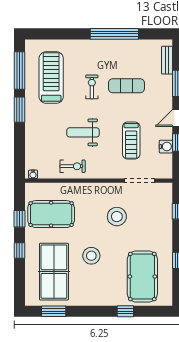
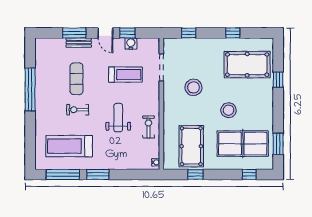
bench: (167, 60) -> (79, 43), moved
weight bench: (83, 132) -> (118, 118), turned 180
window: (19, 250) -> (249, 174), moved

